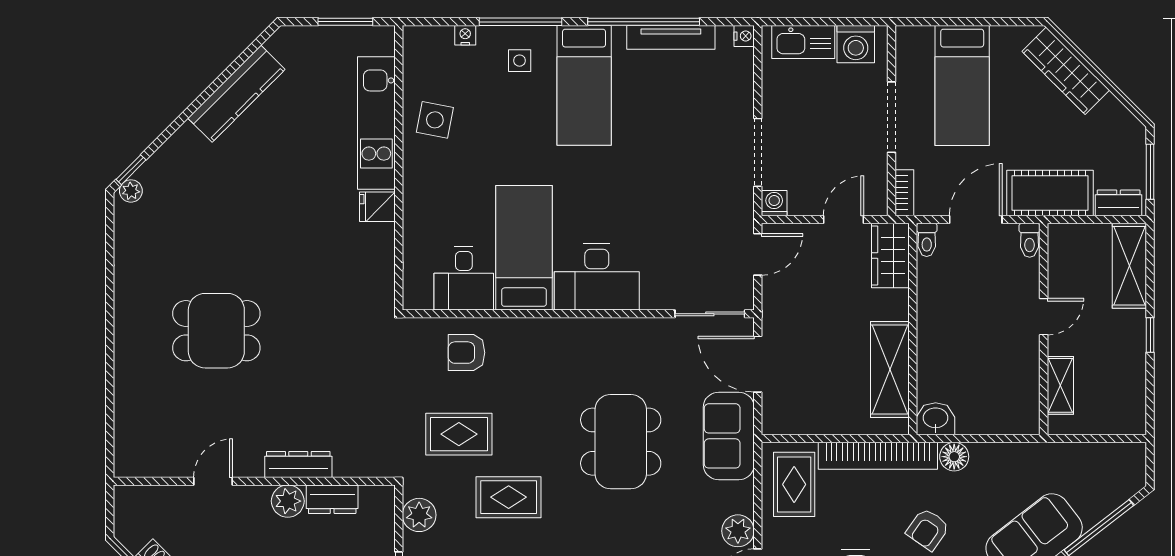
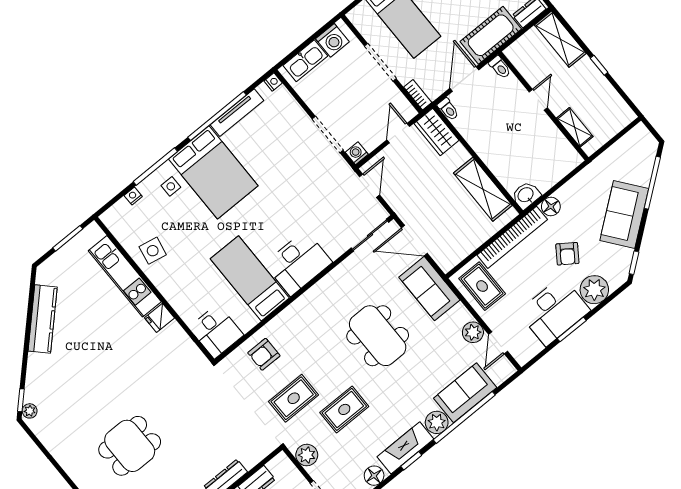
bed: (584, 85) -> (213, 172), width x1.50
desk: (464, 278) -> (216, 331), moved

